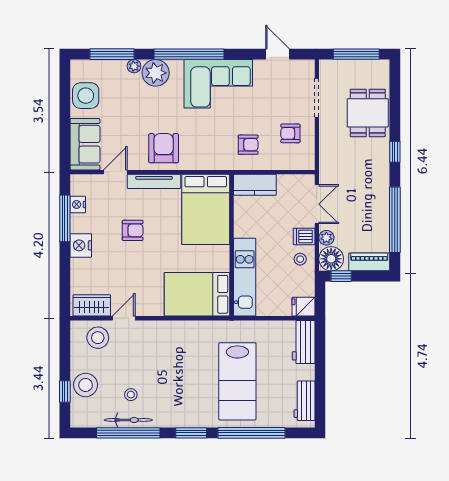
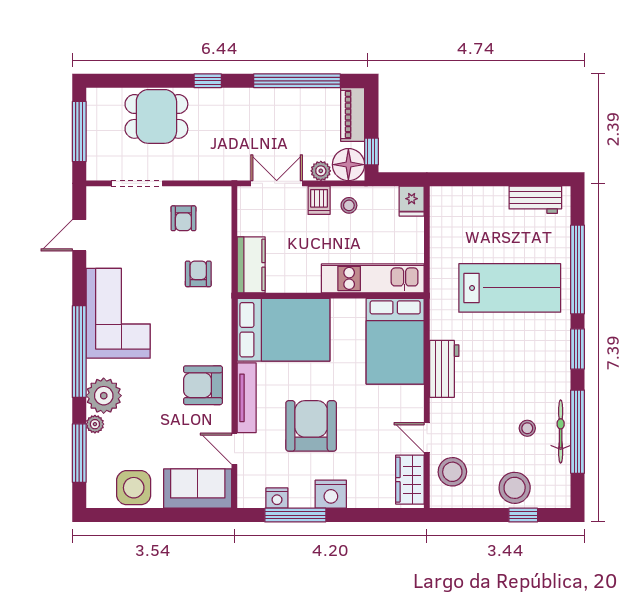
armchair: (133, 230) -> (311, 426), width x1.88, depth x1.88
workbench: (304, 342) -> (444, 369), moved, turned -90

